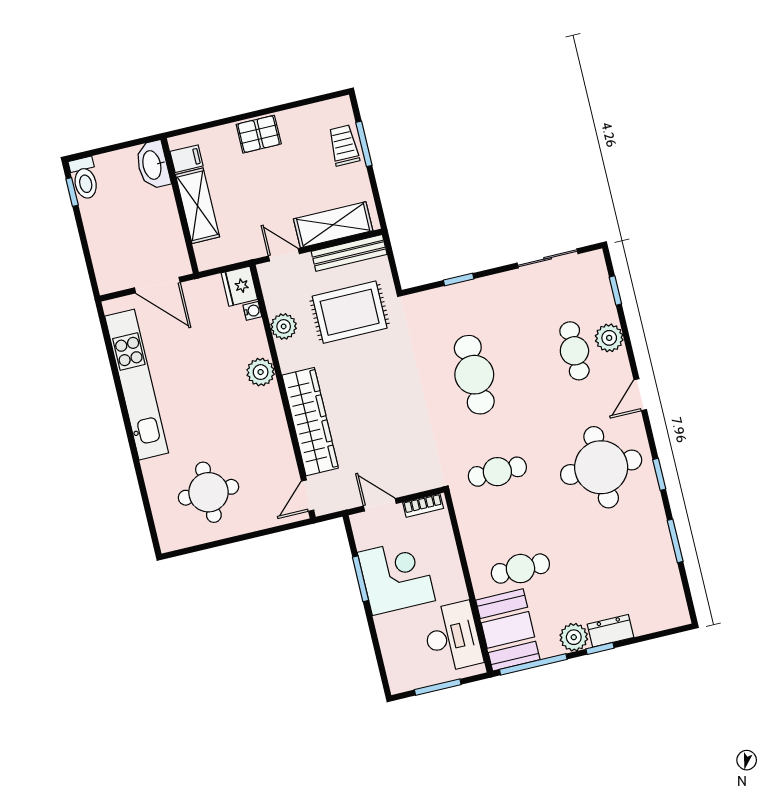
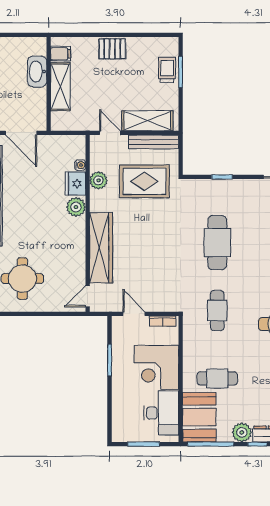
washbasin: (153, 165) -> (37, 71), moved
fridge: (239, 286) -> (75, 184), moved
cafe table: (497, 472) -> (217, 310), turned 90
corner desk: (396, 576) -> (156, 367), moved, turned 180

